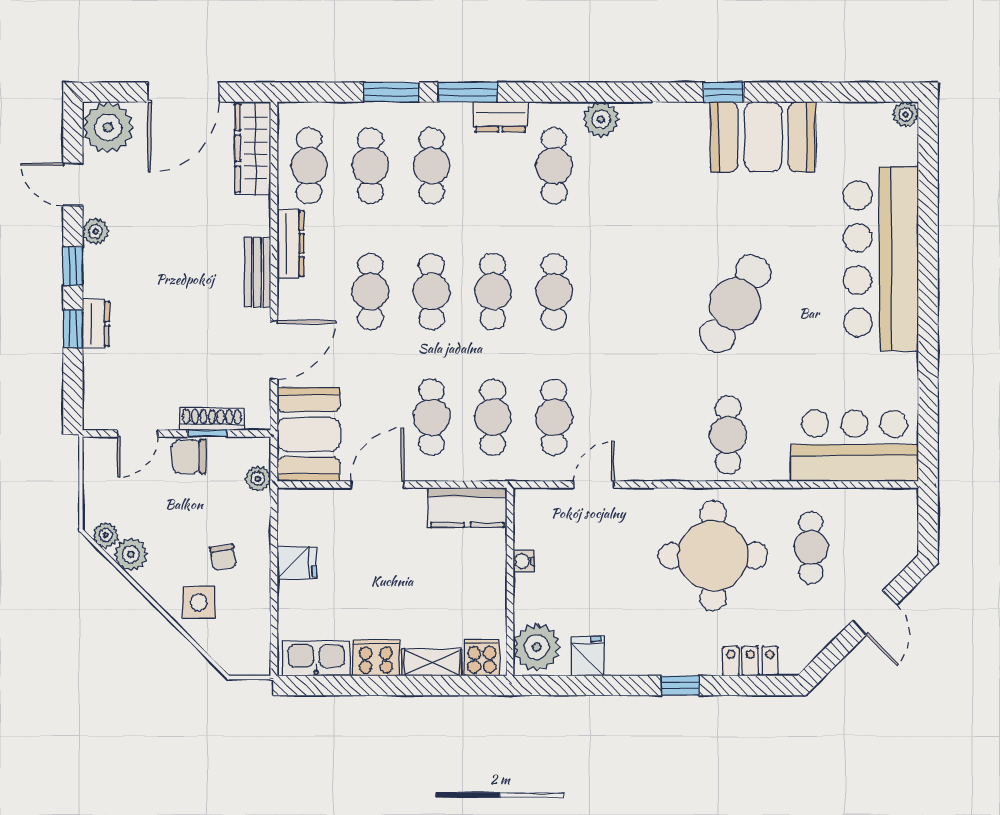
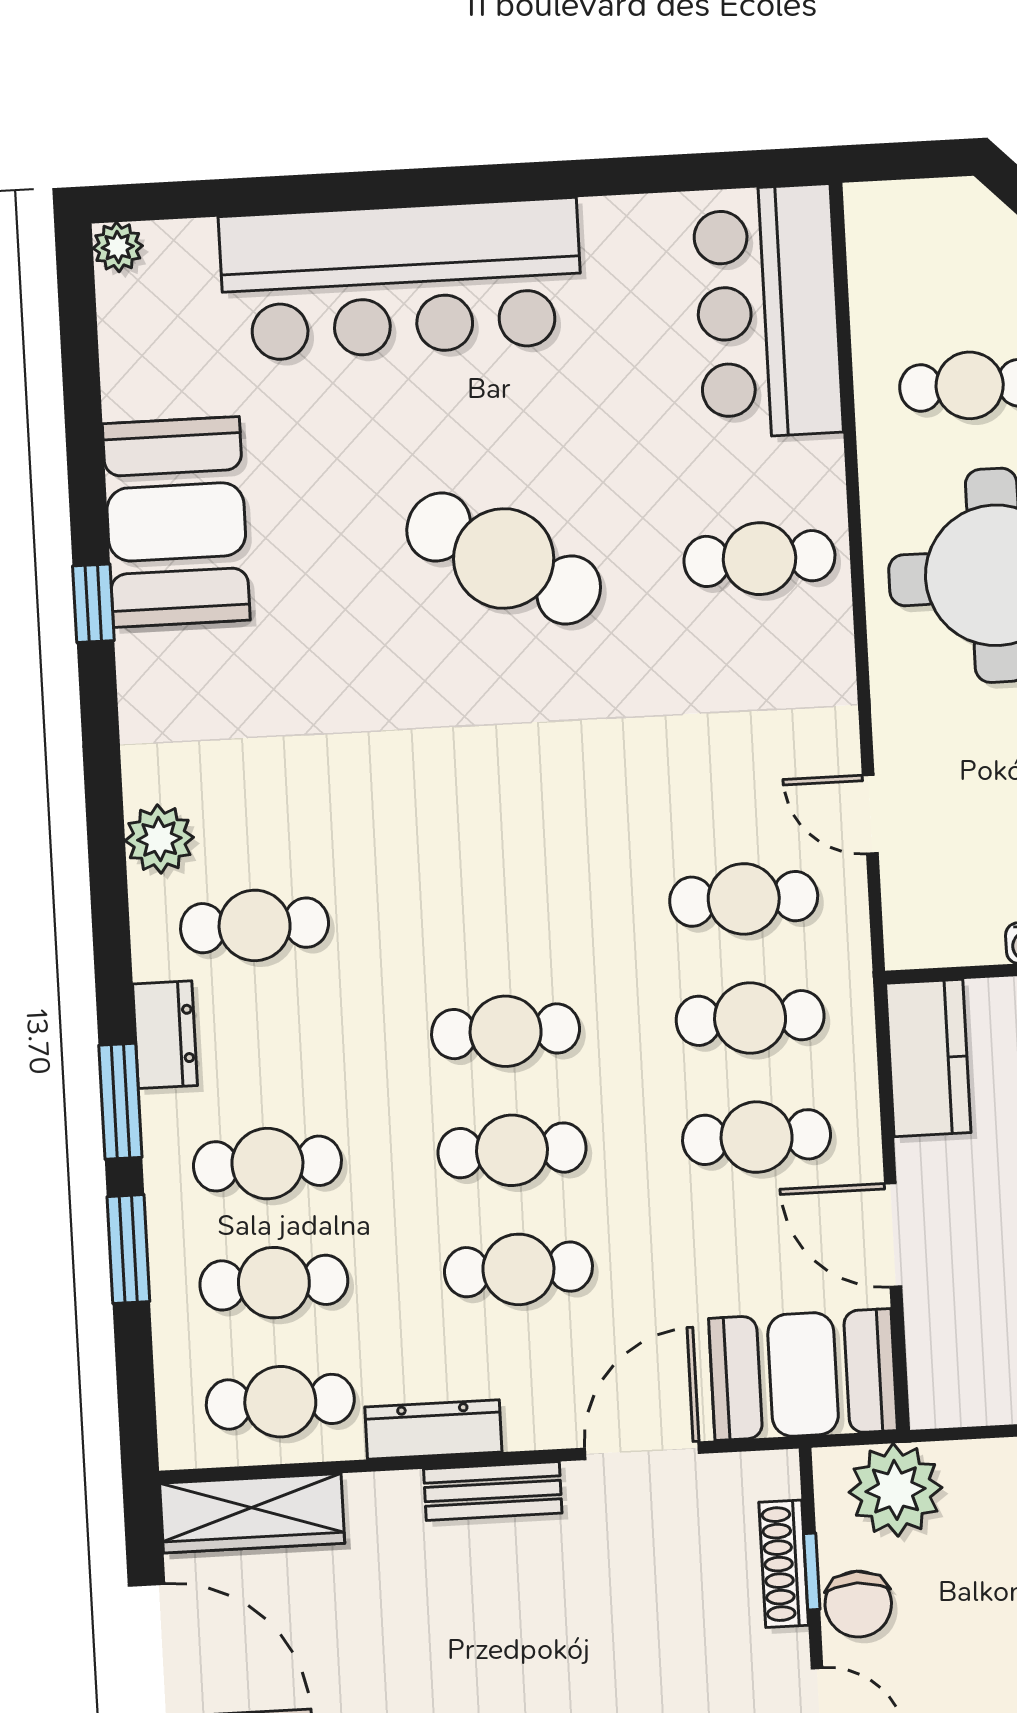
cafe table: (554, 292) -> (499, 912), removed
door: (274, 350) -> (642, 1451), hinge flipped
plant: (258, 479) -> (896, 1490), width x1.87, depth x1.87

